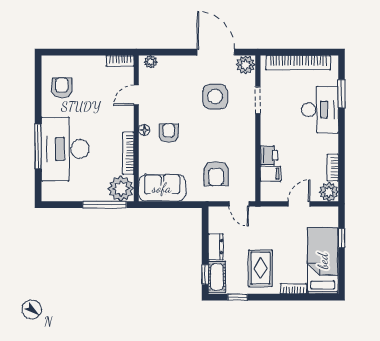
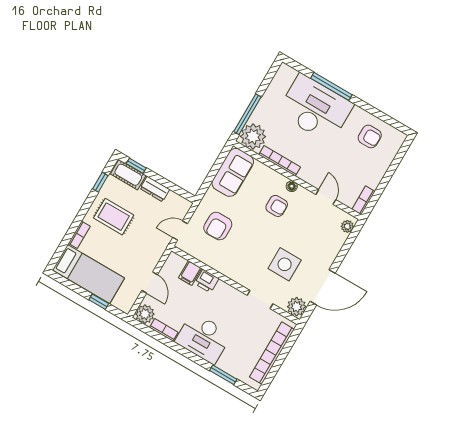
desk: (320, 110) -> (203, 338), moved
armchair: (216, 174) -> (218, 226), turned -90

